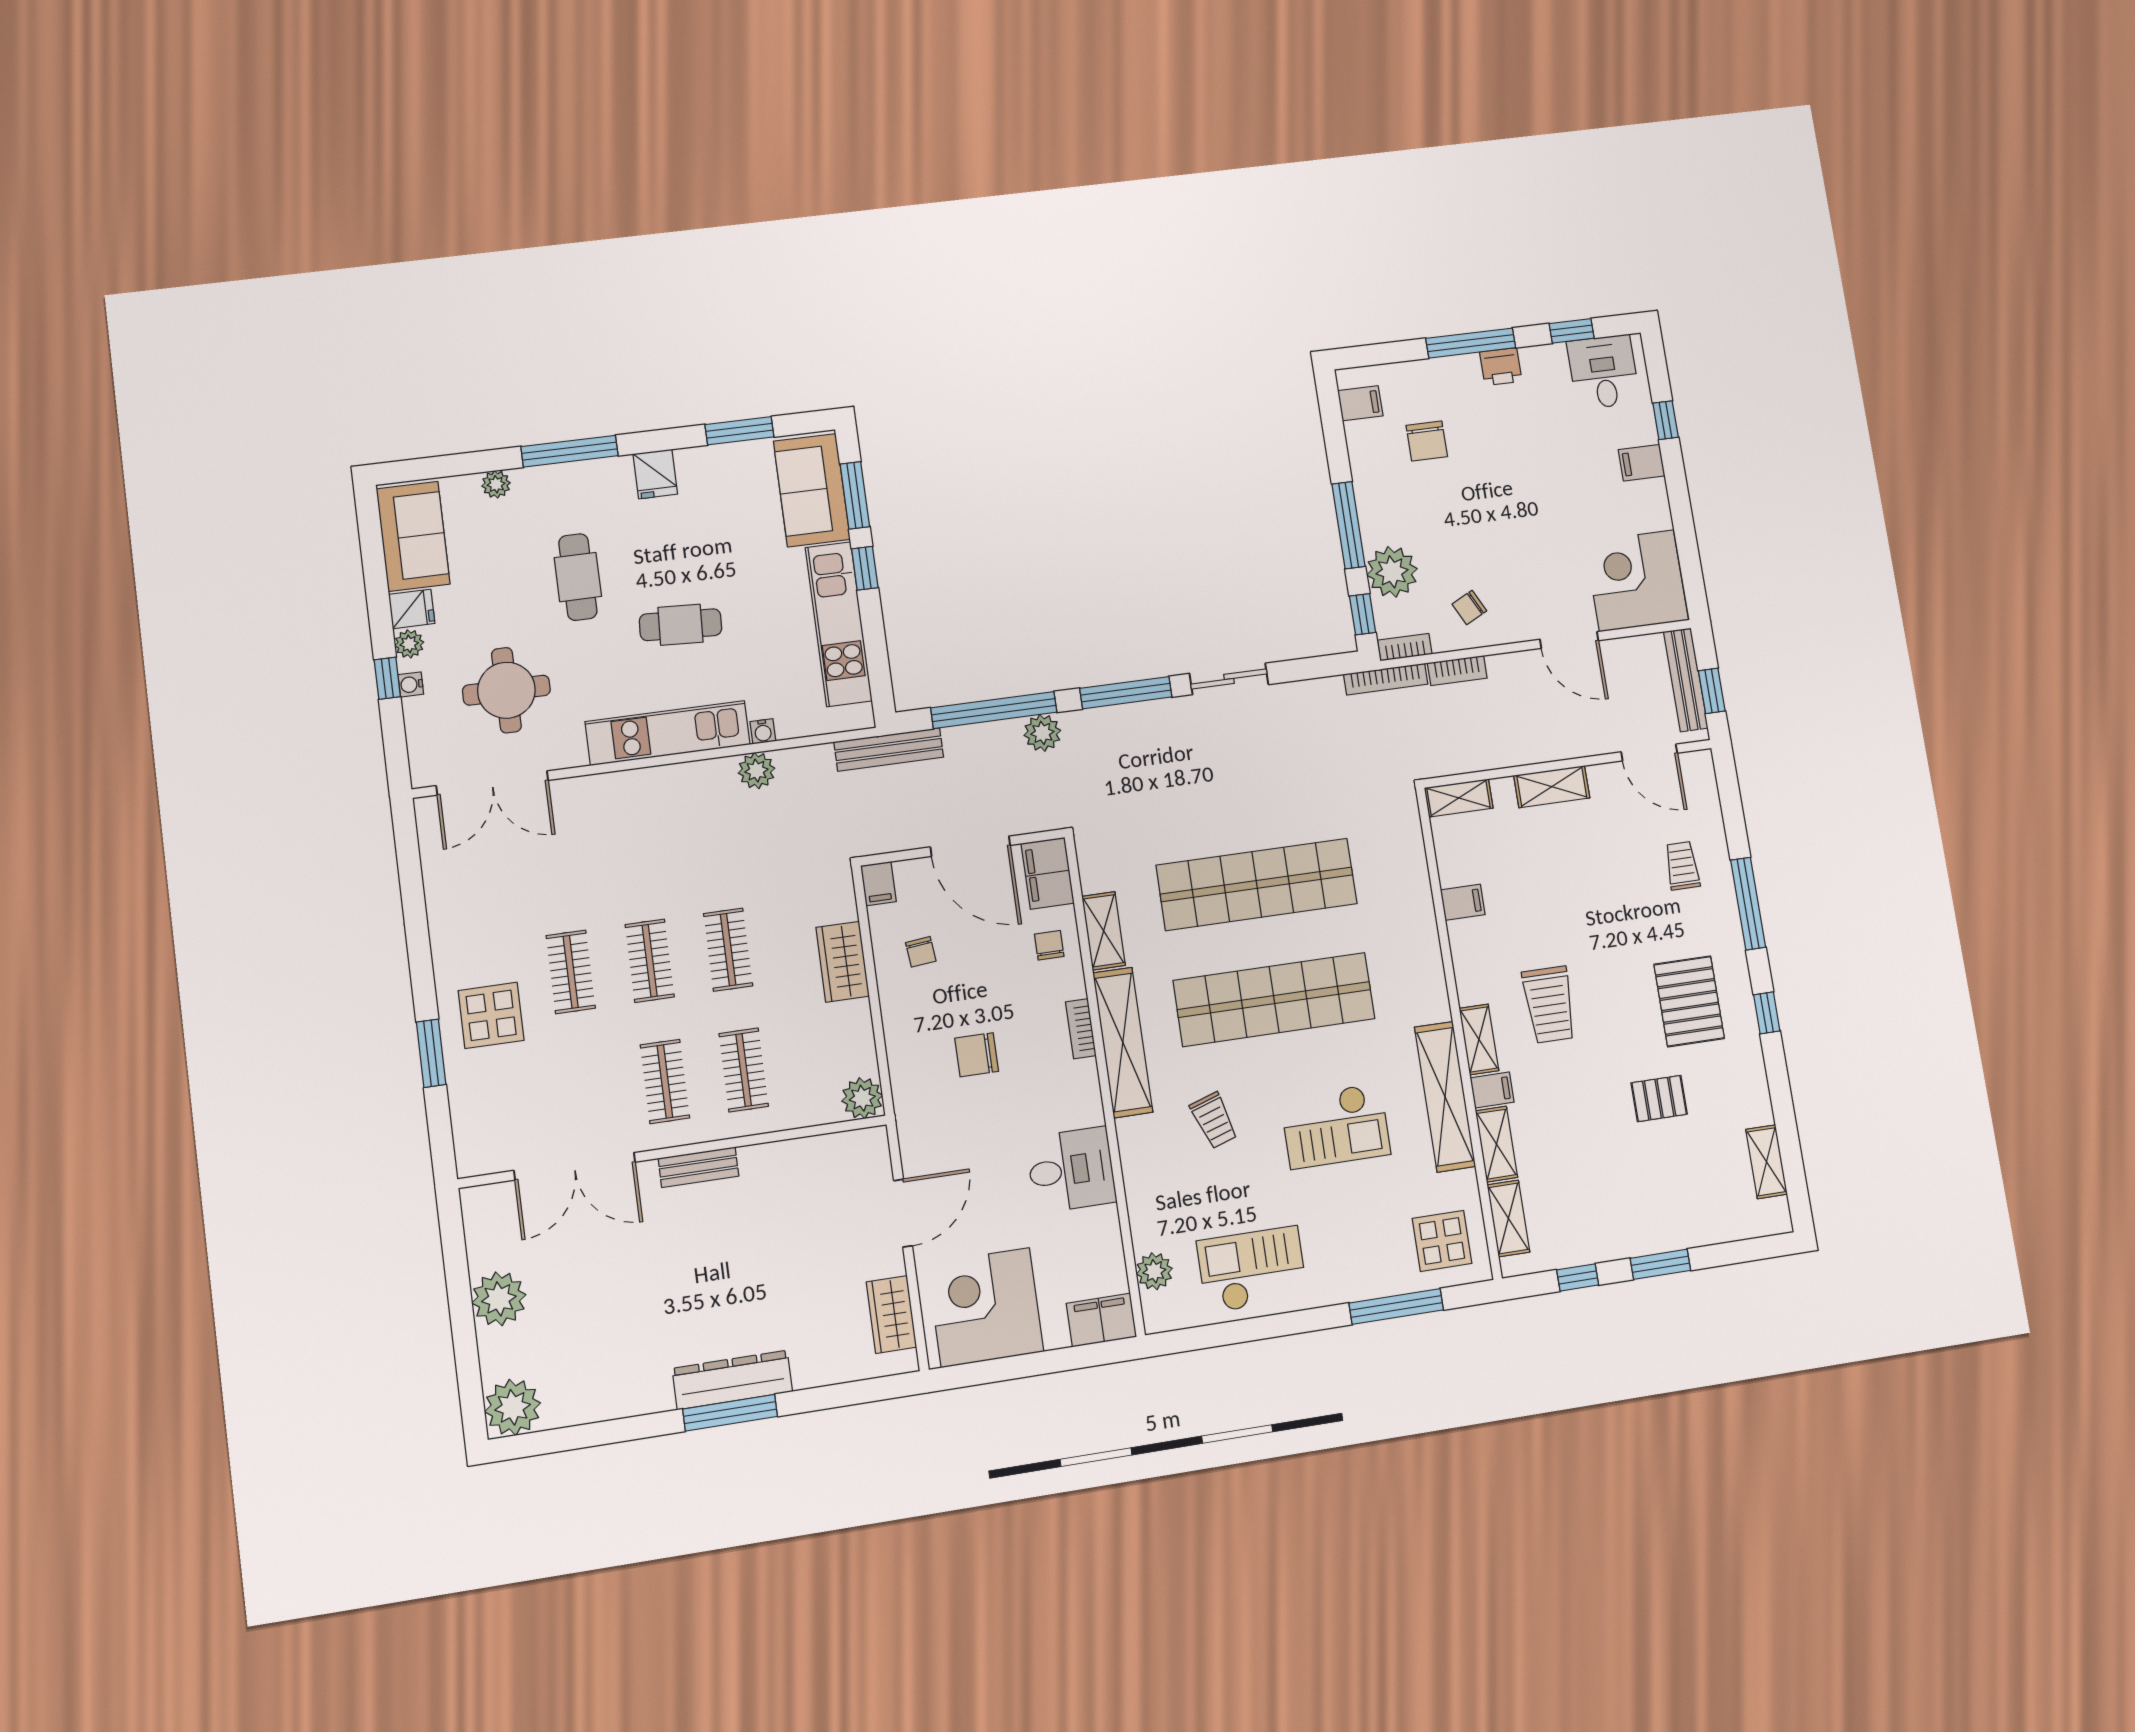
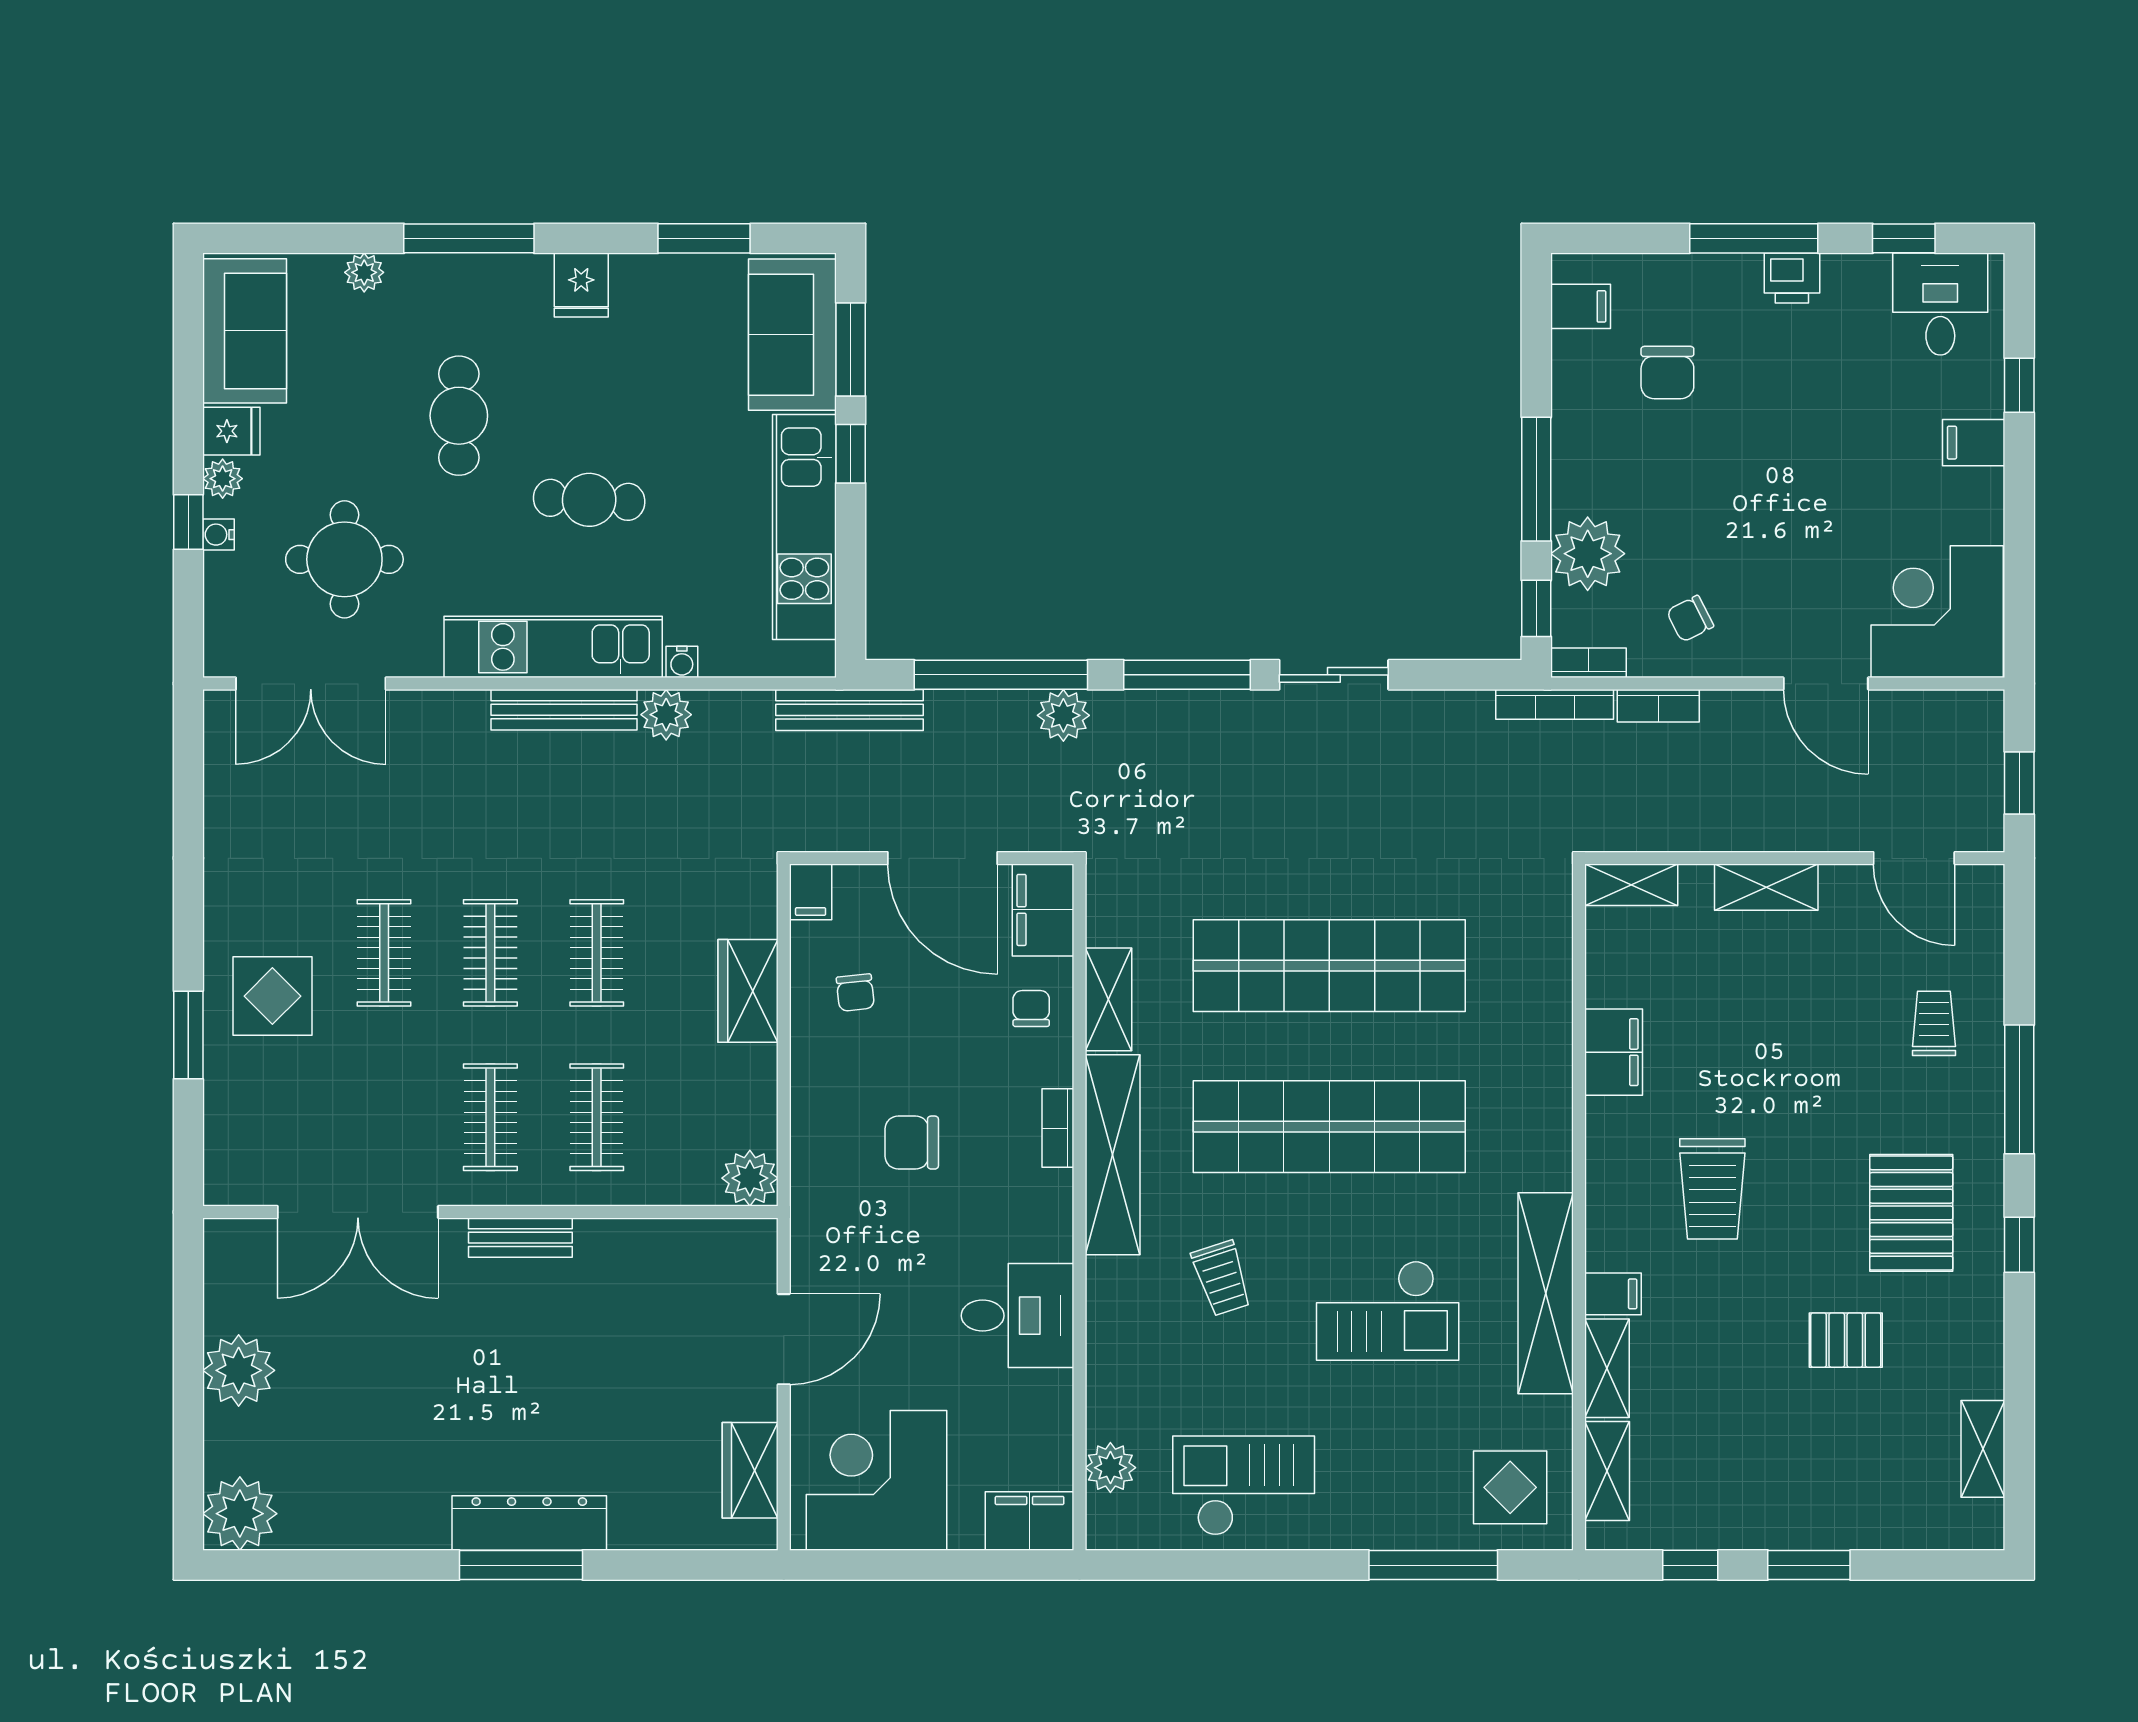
bench: (1686, 680) -> (564, 710), moved, turned 90
filing cabinet: (1463, 902) -> (1614, 1052), width x2.00
shelving: (1479, 1039) -> (1606, 1222), removed

